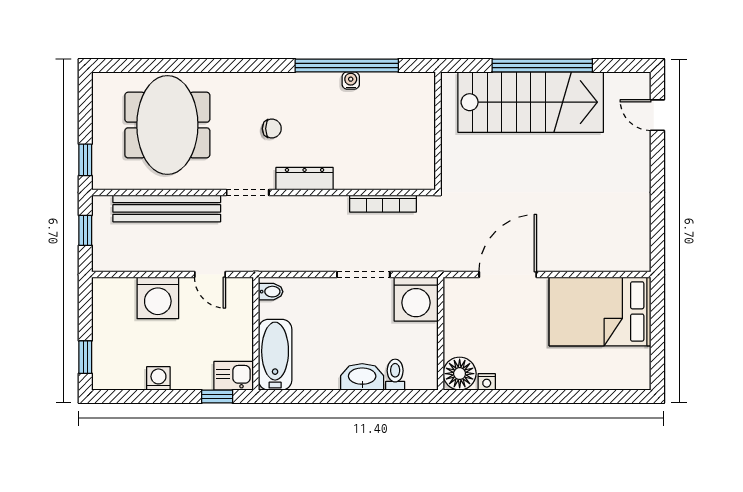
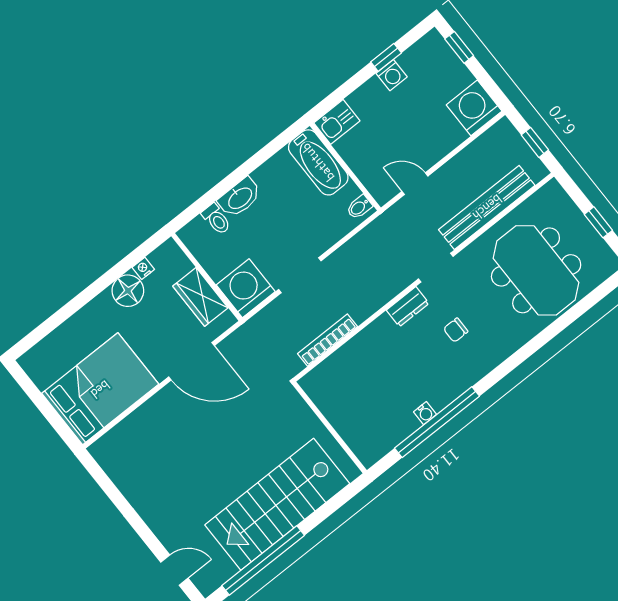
window: (542, 65) -> (263, 560), moved
window: (85, 160) -> (598, 222), moved
dresser: (305, 179) -> (408, 307), width x0.70
door: (508, 275) -> (192, 361), hinge flipped
washing machine: (158, 298) -> (474, 108), moved
wardrobe: (459, 321) -> (200, 297), added
floor lamp: (460, 374) -> (128, 291), moved
window: (217, 396) -> (386, 57), moved

